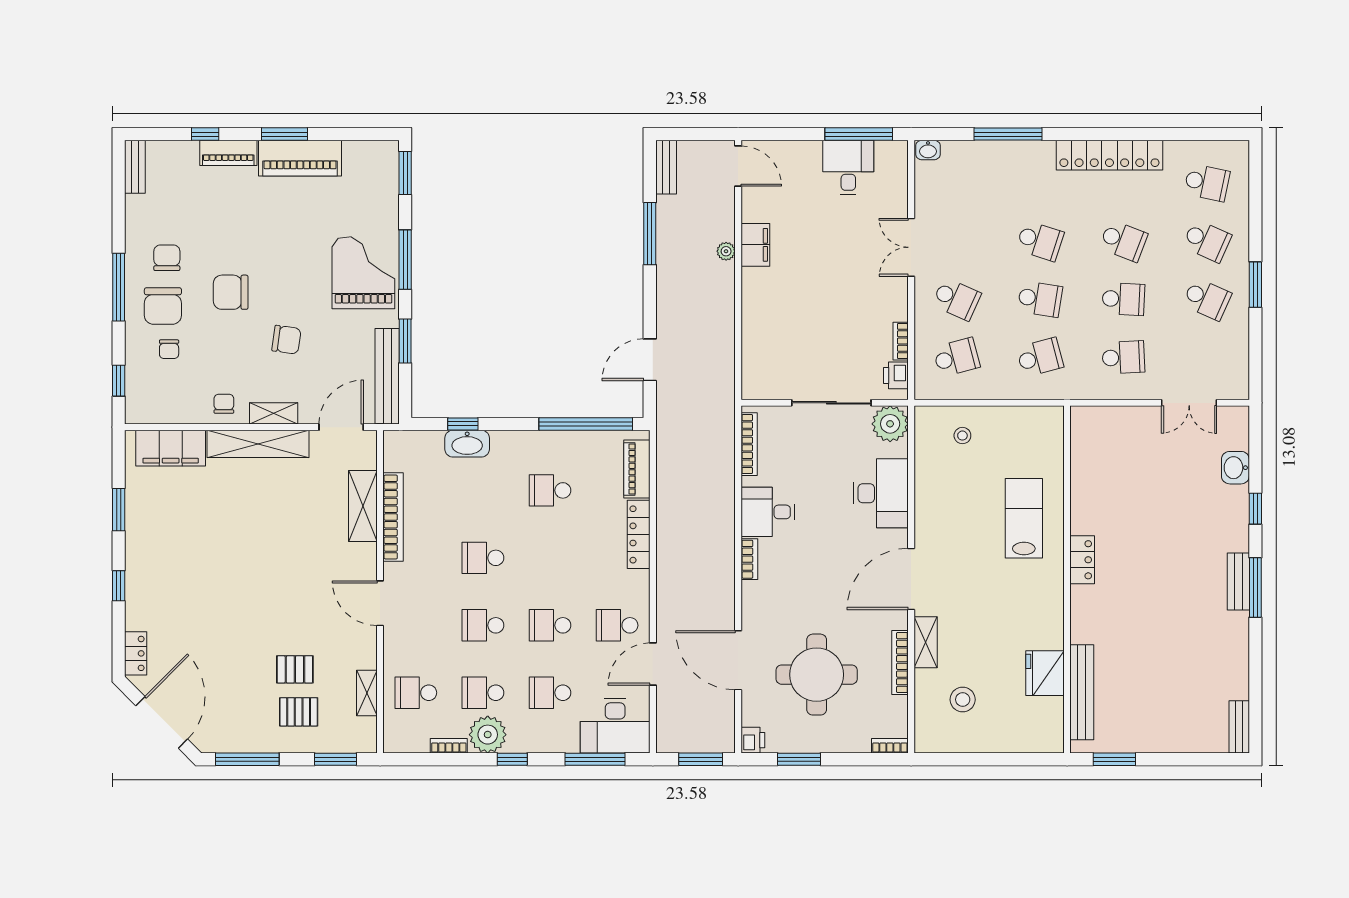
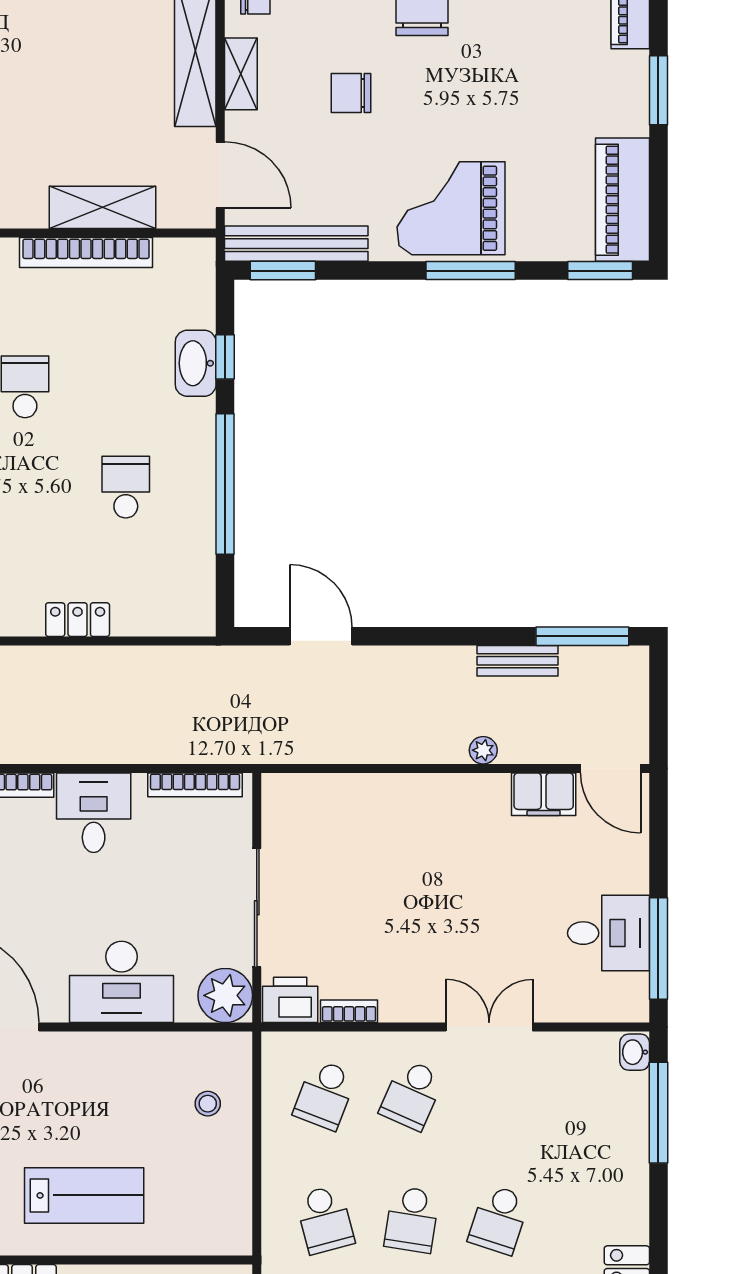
window: (1008, 134) -> (658, 1113), moved
piano: (300, 158) -> (623, 200), moved
door: (738, 166) -> (611, 768), hinge flipped
bench: (666, 167) -> (517, 661), moved
window: (650, 234) -> (582, 636), moved
filing cabinet: (755, 245) -> (544, 794), moved
grand piano: (363, 273) -> (451, 208), turned 180
chair: (286, 340) -> (351, 93), turned 82
window: (405, 341) -> (283, 271), moved
school desk: (956, 357) -> (325, 1095), turned 36
printer: (896, 375) -> (290, 1000), width x1.36, depth x1.24
window: (586, 424) -> (225, 484), moved
piano: (637, 469) -> (158, 617), removed
locker: (639, 534) -> (78, 620), width x0.66

